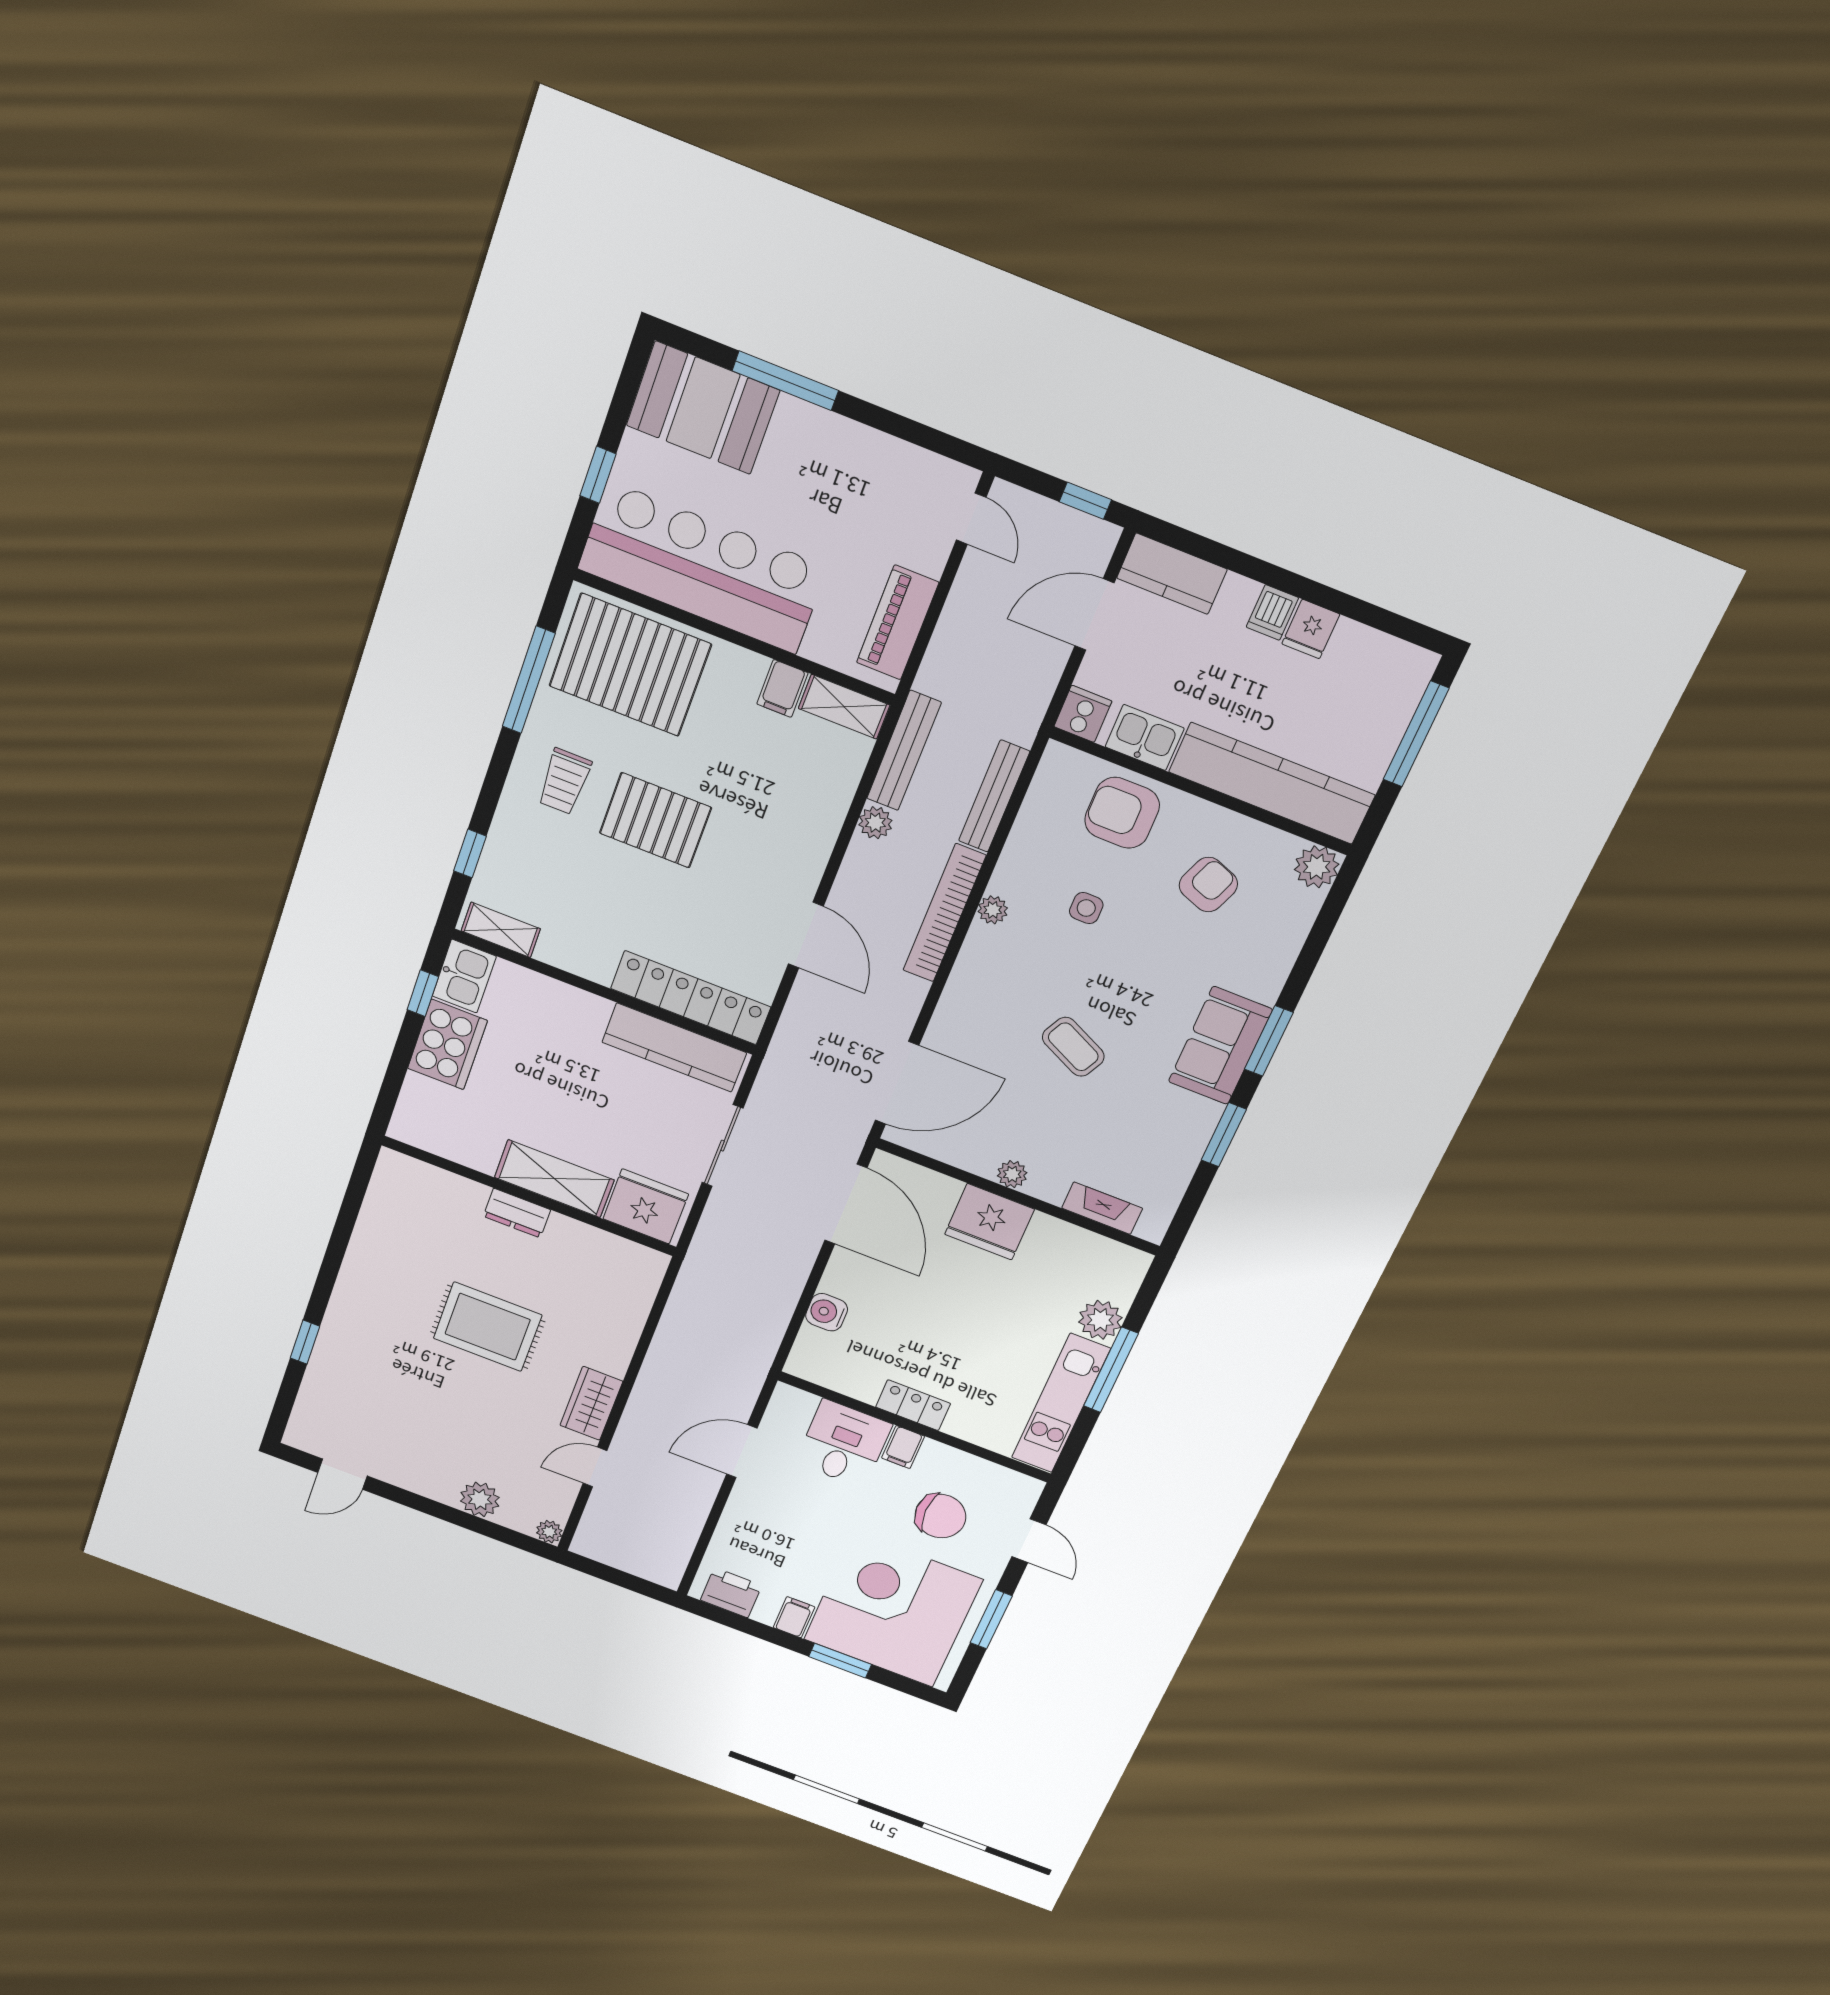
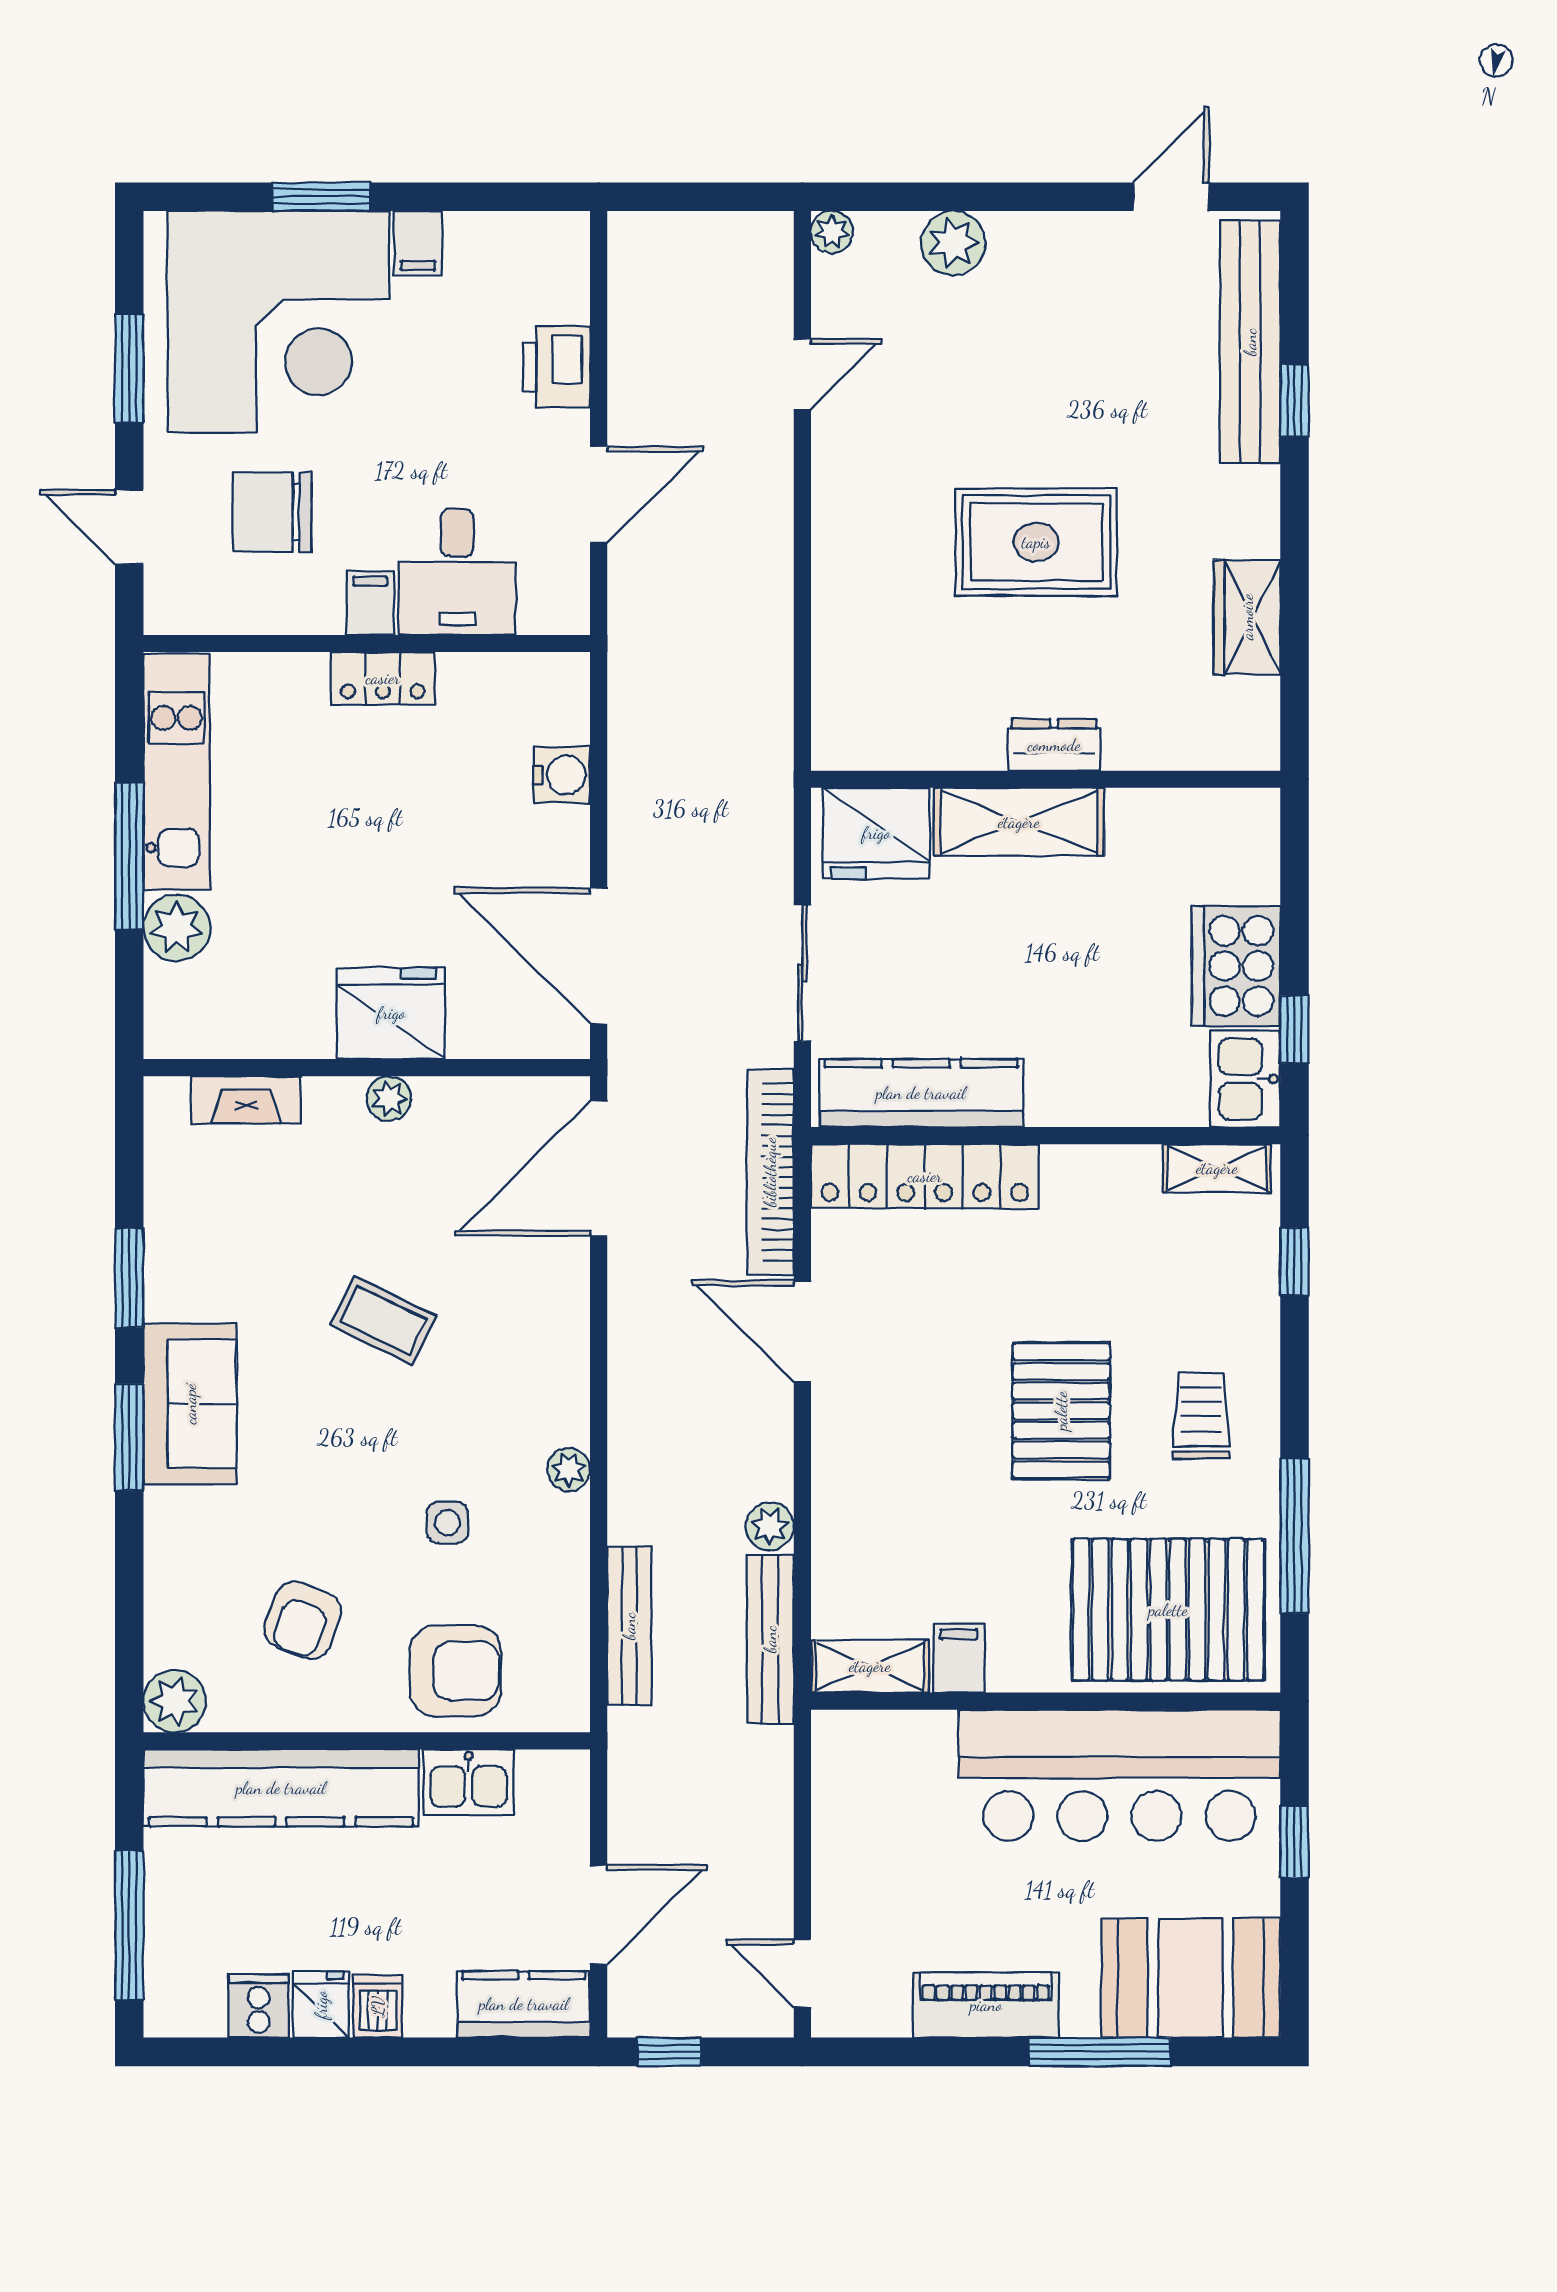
piano: (898, 623) -> (986, 2005), moved, turned -90
cooker: (1083, 714) -> (258, 2006), moved, turned 180
pallet: (655, 820) -> (1061, 1411), turned 90
bookcase: (944, 913) -> (770, 1172), moved, turned 180
bench: (321, 1383) -> (1250, 342), added
wardrobe: (591, 1403) -> (1247, 617), moved, turned 180
printer: (731, 1593) -> (556, 367), moved, turned 90

